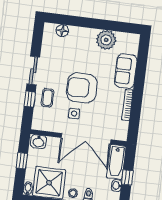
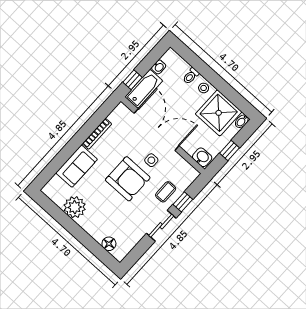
window: (127, 178) -> (133, 80), moved

